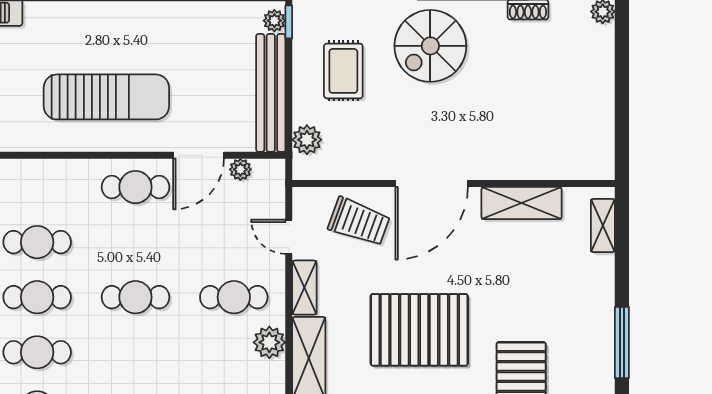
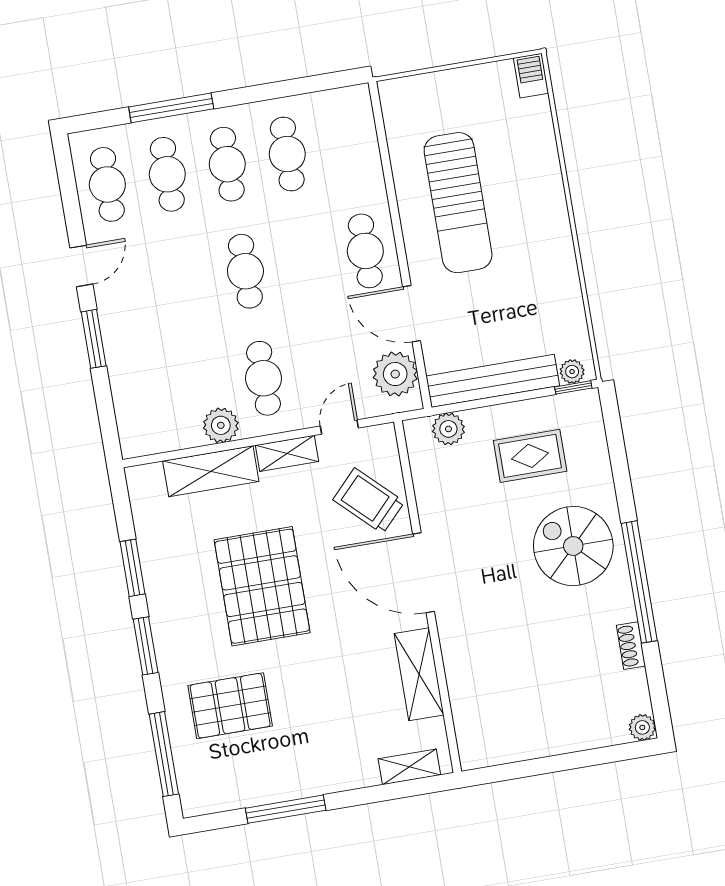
plant: (240, 169) -> (395, 374), width x1.87, depth x1.87
trolley: (359, 222) -> (369, 501), turned 114

